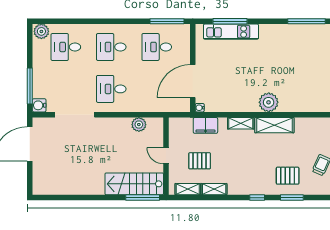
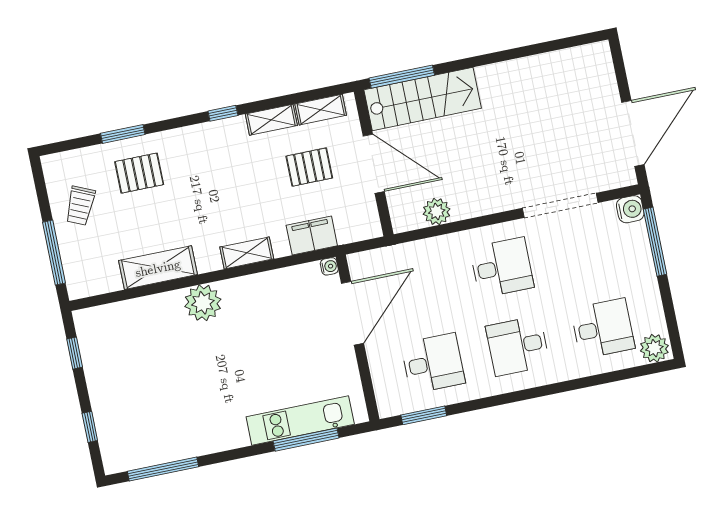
window: (167, 21) -> (424, 415), width x0.69
desk: (111, 47) -> (518, 346), turned 180
shelving: (274, 125) -> (158, 268), moved
door: (166, 156) -> (374, 164), width x1.88
window: (257, 198) -> (223, 113), moved

